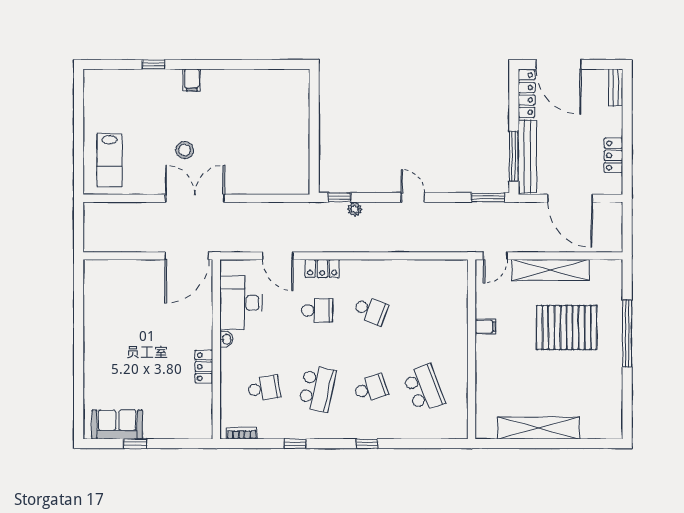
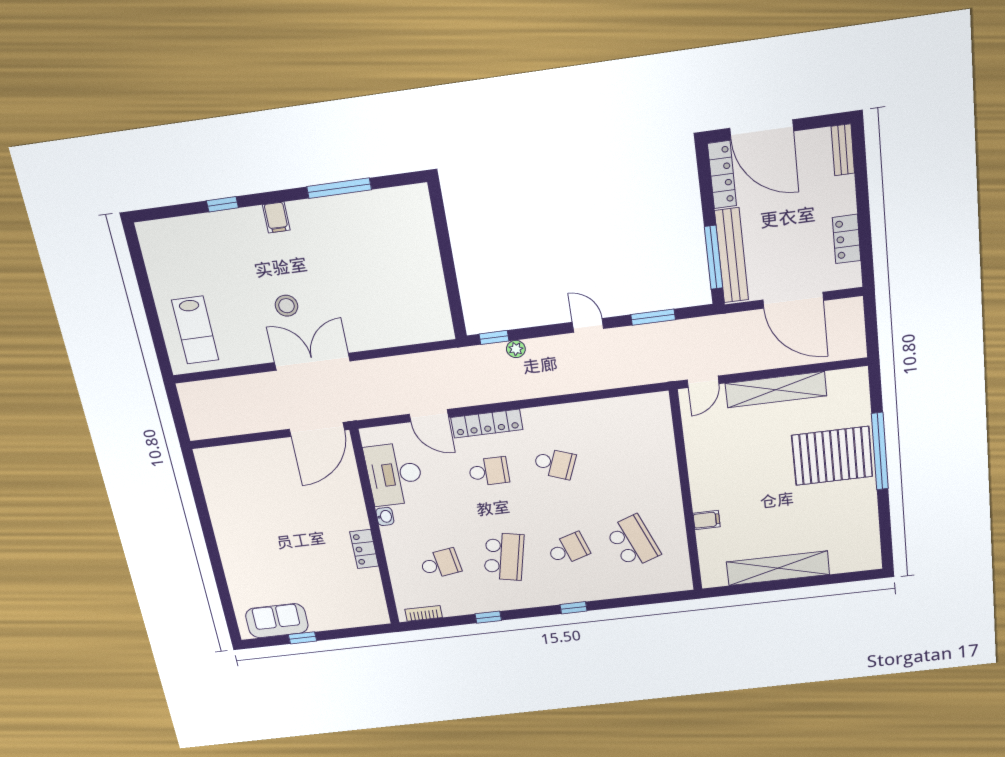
window: (243, 64) -> (339, 188), added
window: (488, 197) -> (653, 317), moved
locker: (322, 269) -> (487, 424), width x1.53
filing cabinet: (485, 327) -> (707, 520), moved
pallet: (567, 328) -> (832, 456), moved

